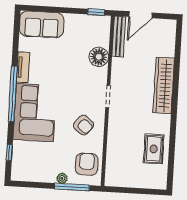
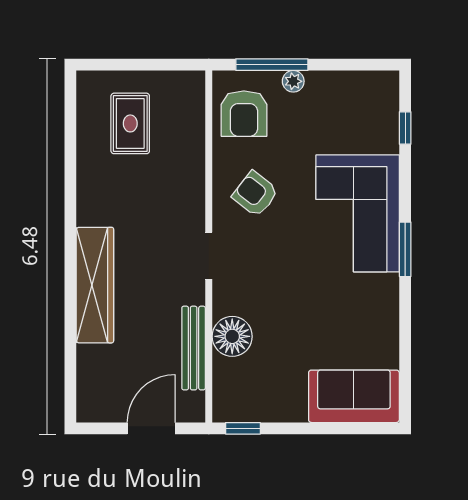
bench: (119, 37) -> (194, 348), moved
tv unit: (23, 67) -> (387, 306), removed
window: (13, 94) -> (405, 249), width x0.47
rug: (154, 149) -> (130, 123), moved

